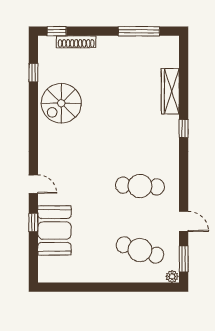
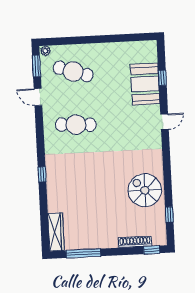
wardrobe: (170, 91) -> (56, 232), moved
spiral stairs: (61, 103) -> (145, 190), turned -90
door: (33, 184) -> (165, 122), swing flipped
window: (33, 223) -> (162, 78), moved

